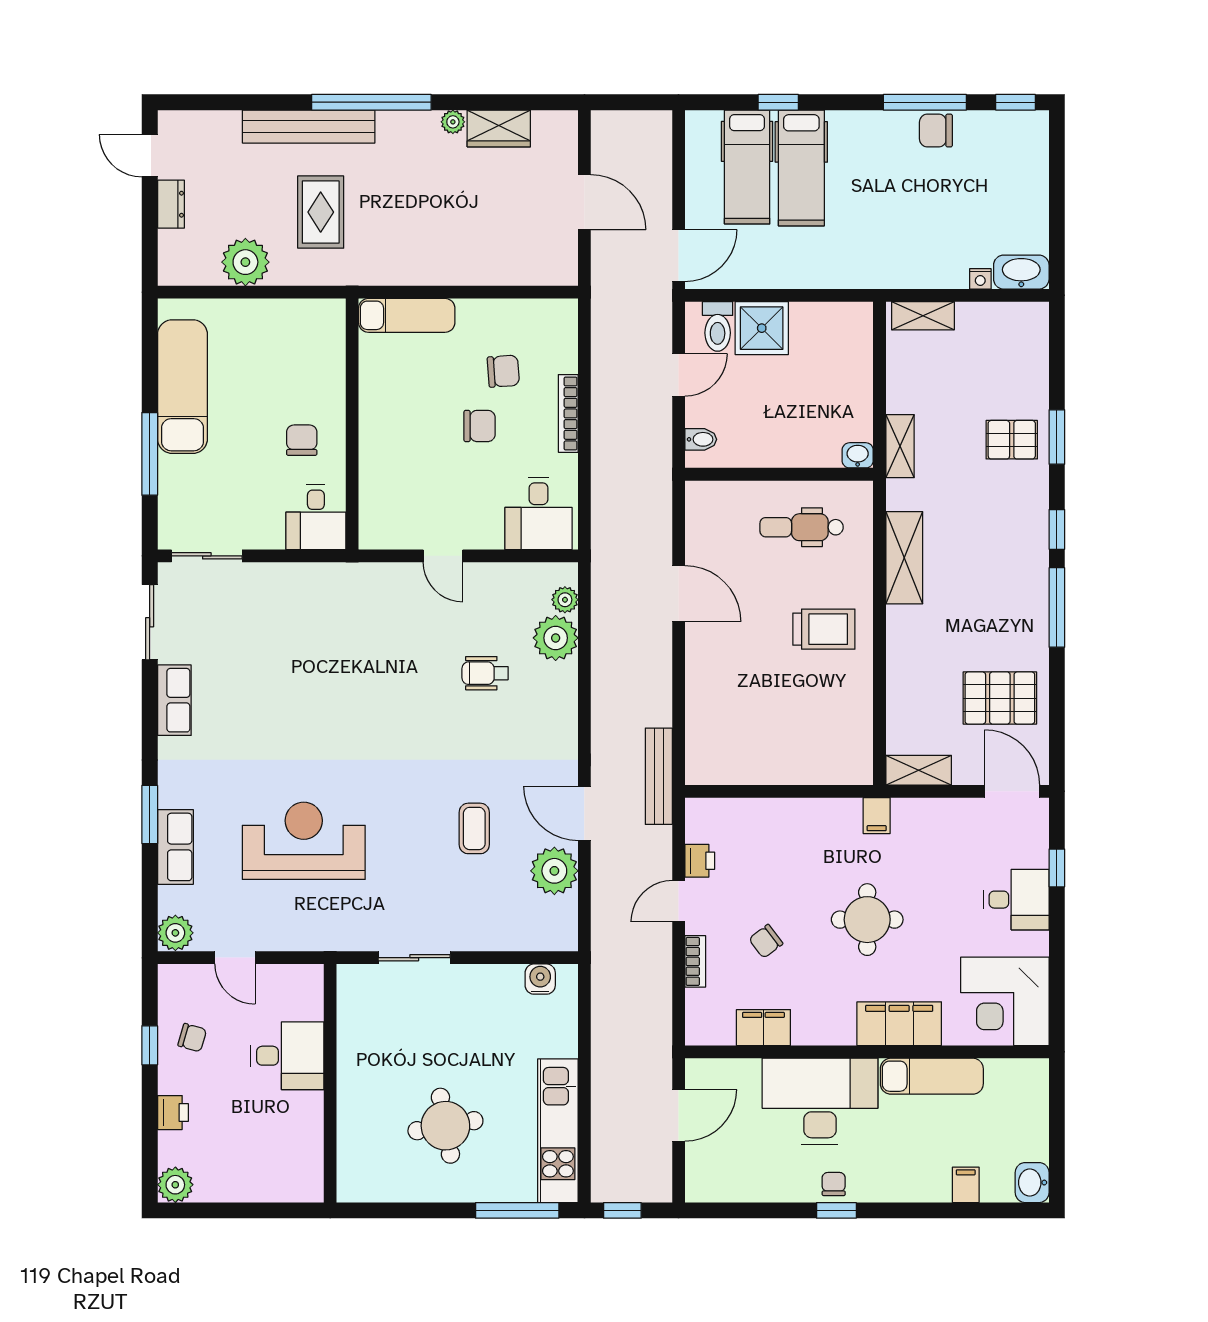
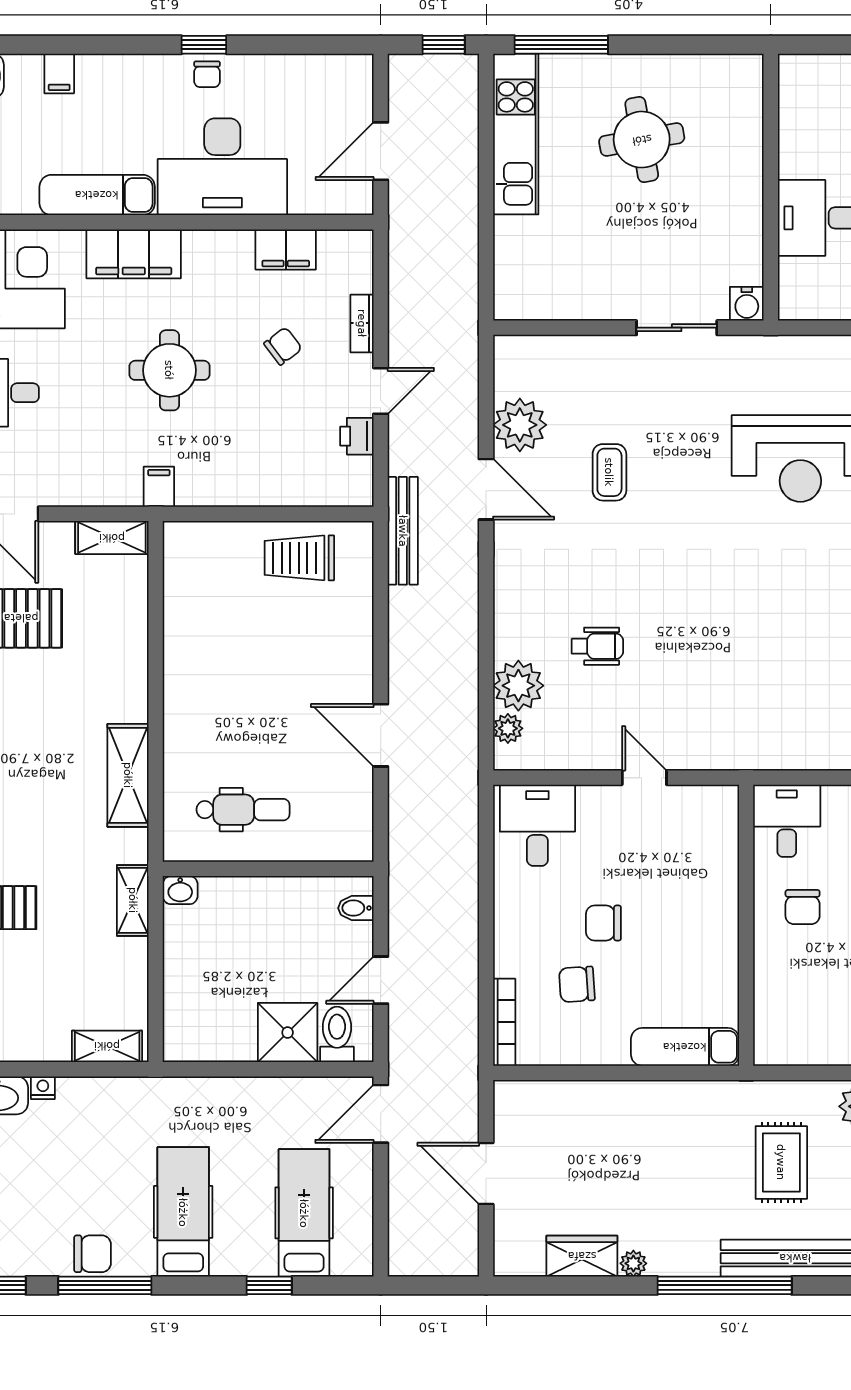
hospital bed: (801, 168) -> (183, 1212), moved
bookcase: (568, 413) -> (504, 1022), moved
trolley: (824, 629) -> (299, 558), moved
water cooler: (540, 979) -> (747, 304), moved

